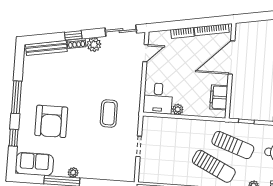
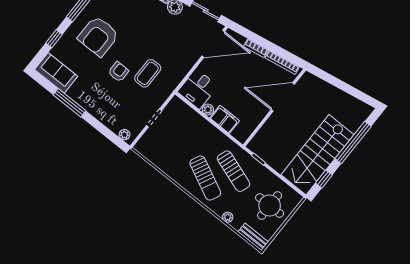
door: (145, 53) -> (213, 44), width x1.88
filing cabinet: (219, 97) -> (225, 119), moved, turned 90
armchair: (51, 121) -> (98, 36), moved
armchair: (84, 129) -> (118, 72), added
plant: (73, 172) -> (124, 135), moved

